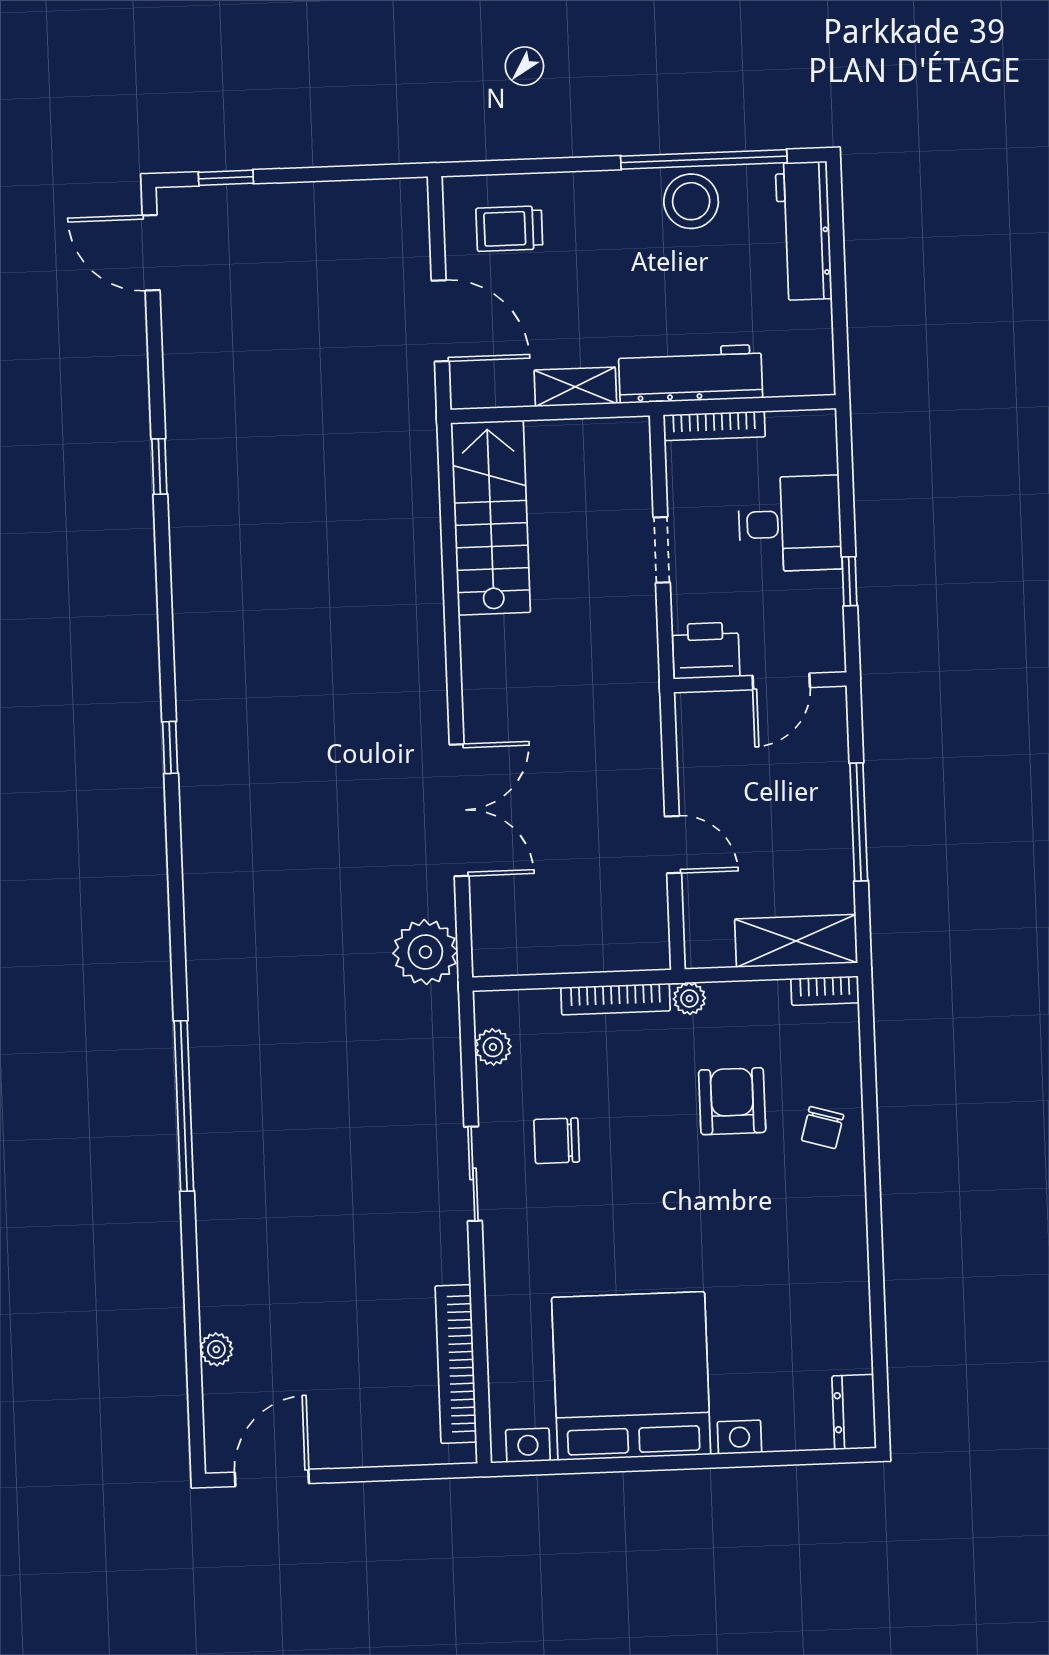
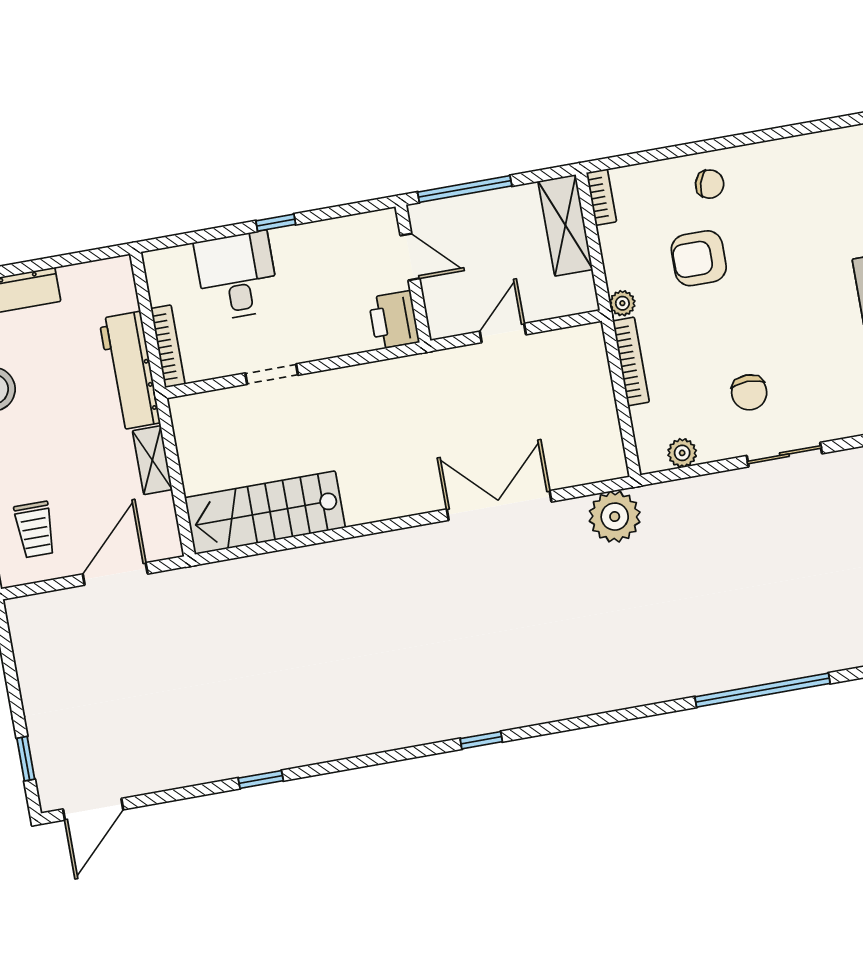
printer: (706, 651) -> (394, 320), moved
wall: (760, 682) -> (413, 274), moved
door: (781, 682) -> (410, 257), moved

